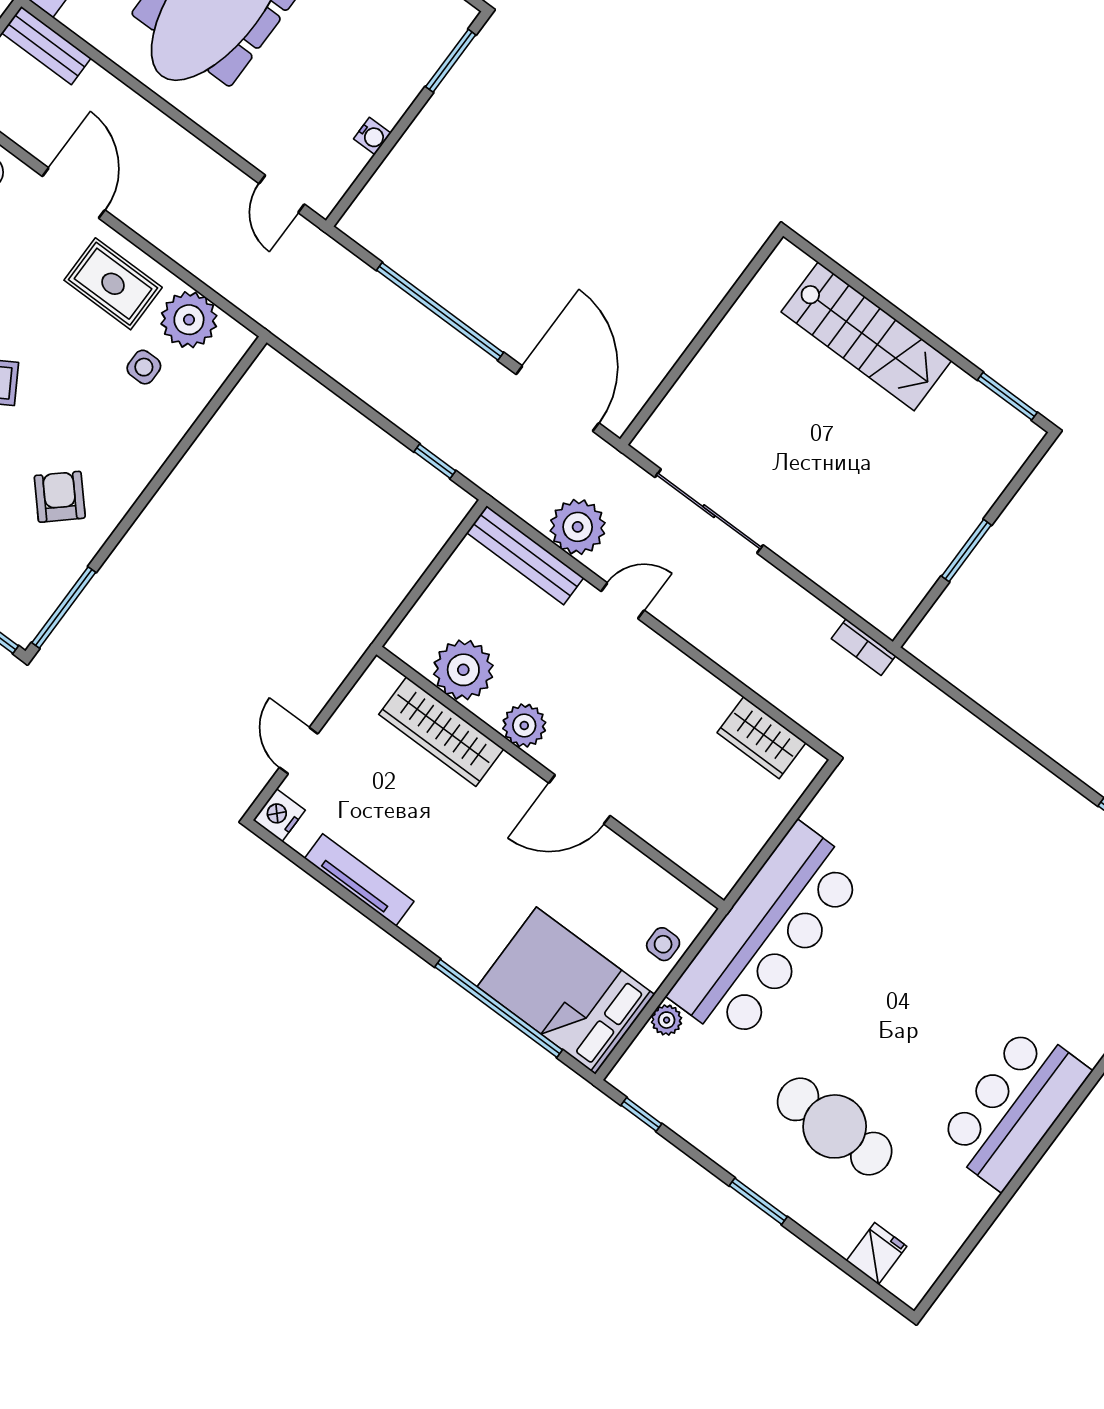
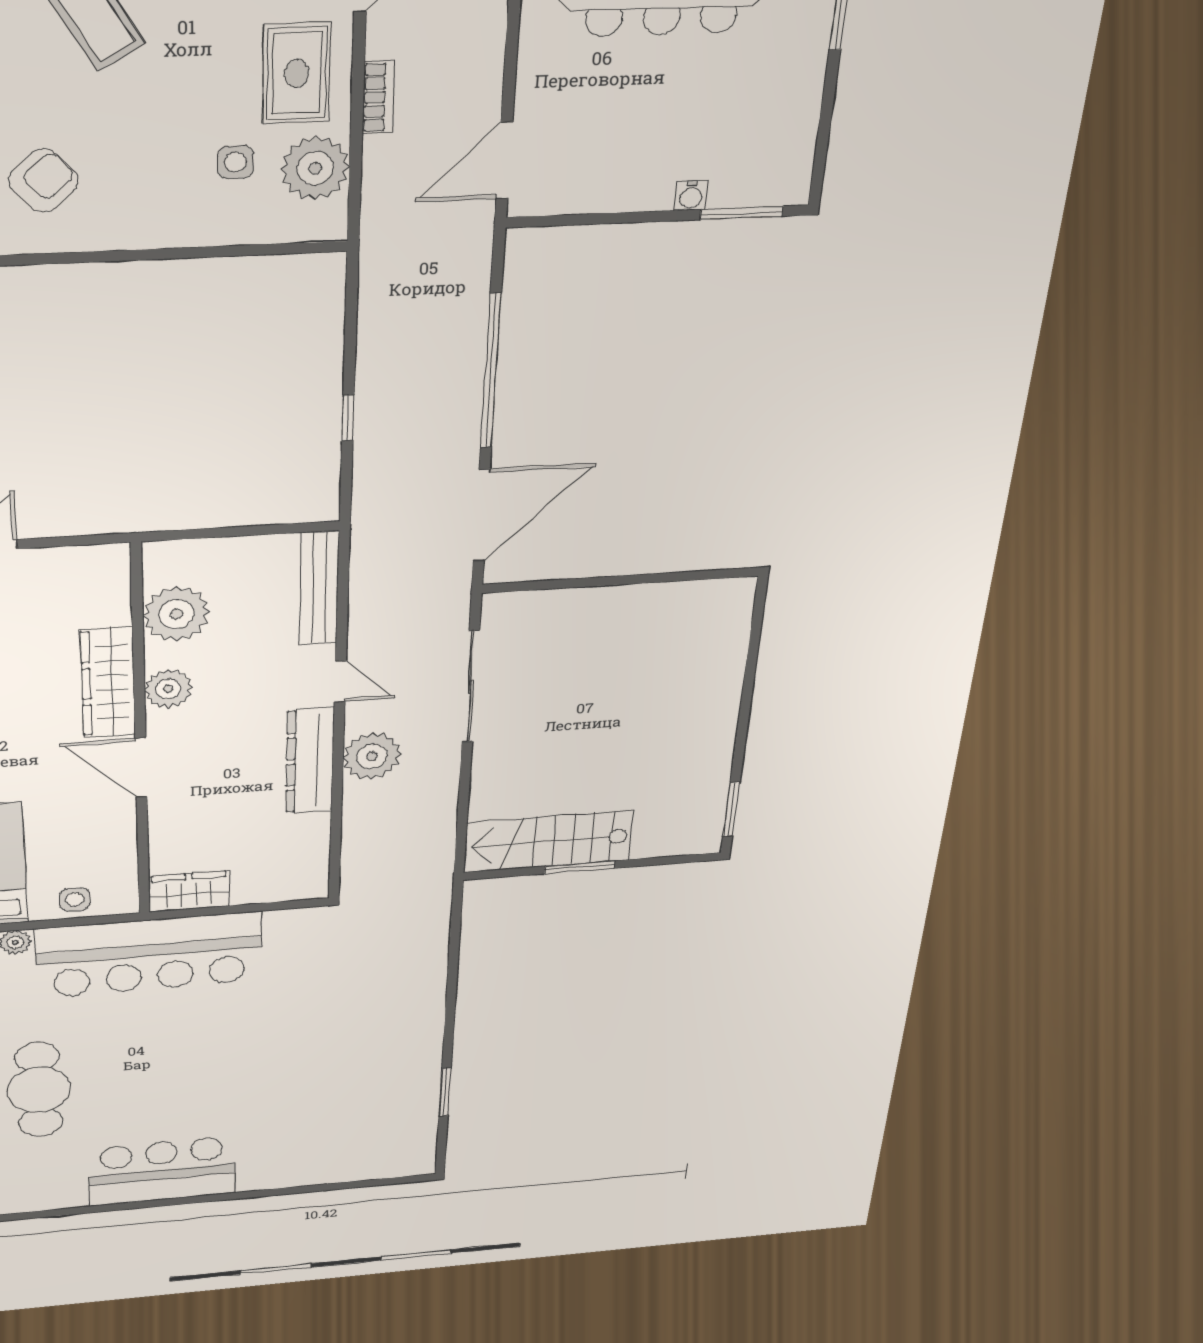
water cooler: (372, 136) -> (691, 195), moved
door: (282, 194) -> (504, 161), width x1.38
stairs: (866, 336) -> (548, 841), moved, turned 90
window: (435, 461) -> (348, 418), moved
plant: (578, 527) -> (372, 756), moved
bookcase: (864, 647) -> (378, 97), moved, turned 180
dresser: (679, 676) -> (310, 761), added
wardrobe: (441, 732) -> (108, 683), moved
wardrobe: (761, 738) -> (189, 891), moved, turned 90

